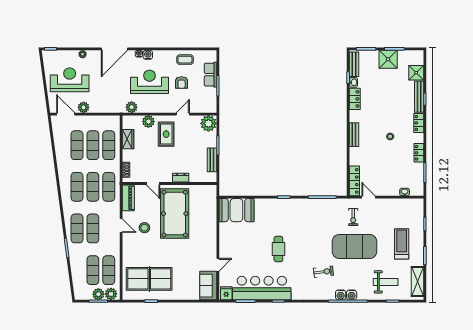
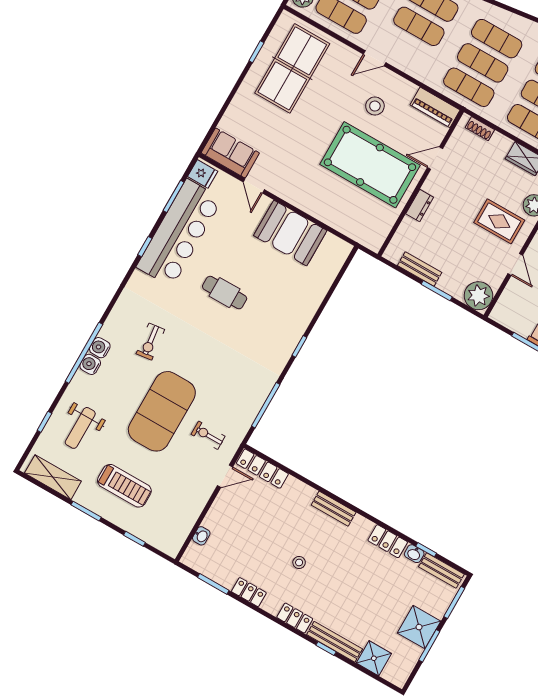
booth: (236, 210) -> (290, 233), moved, turned 90
door: (121, 226) -> (375, 58), moved

